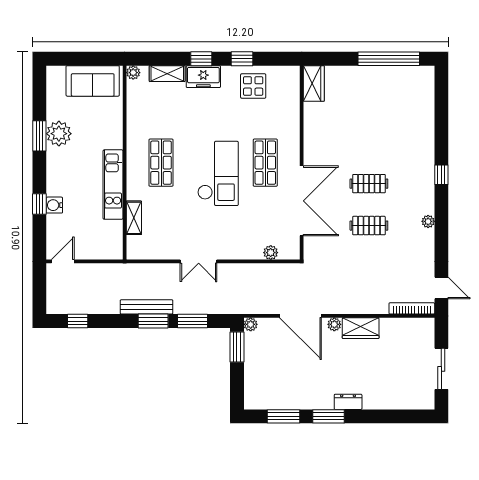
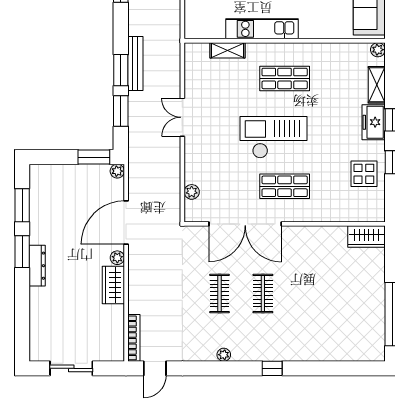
checkout: (218, 173) -> (273, 137), turned 180
dresser: (348, 402) -> (37, 266), width x1.44

